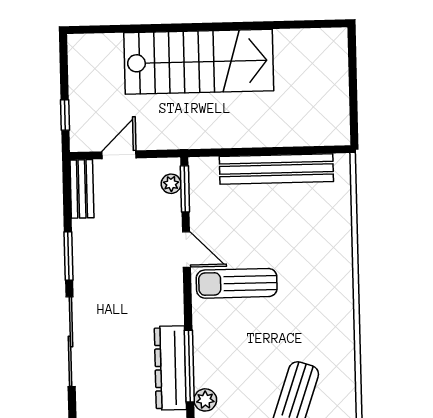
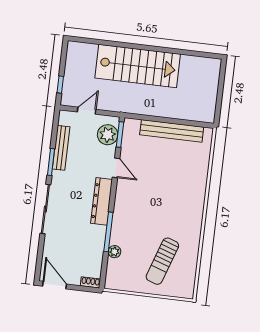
plant: (171, 184) -> (108, 135), width x1.87, depth x1.87
bench: (82, 189) -> (61, 148), moved, width x1.36
sun lounger: (237, 283) -> (141, 190), removed
dresser: (170, 368) -> (102, 201), moved

